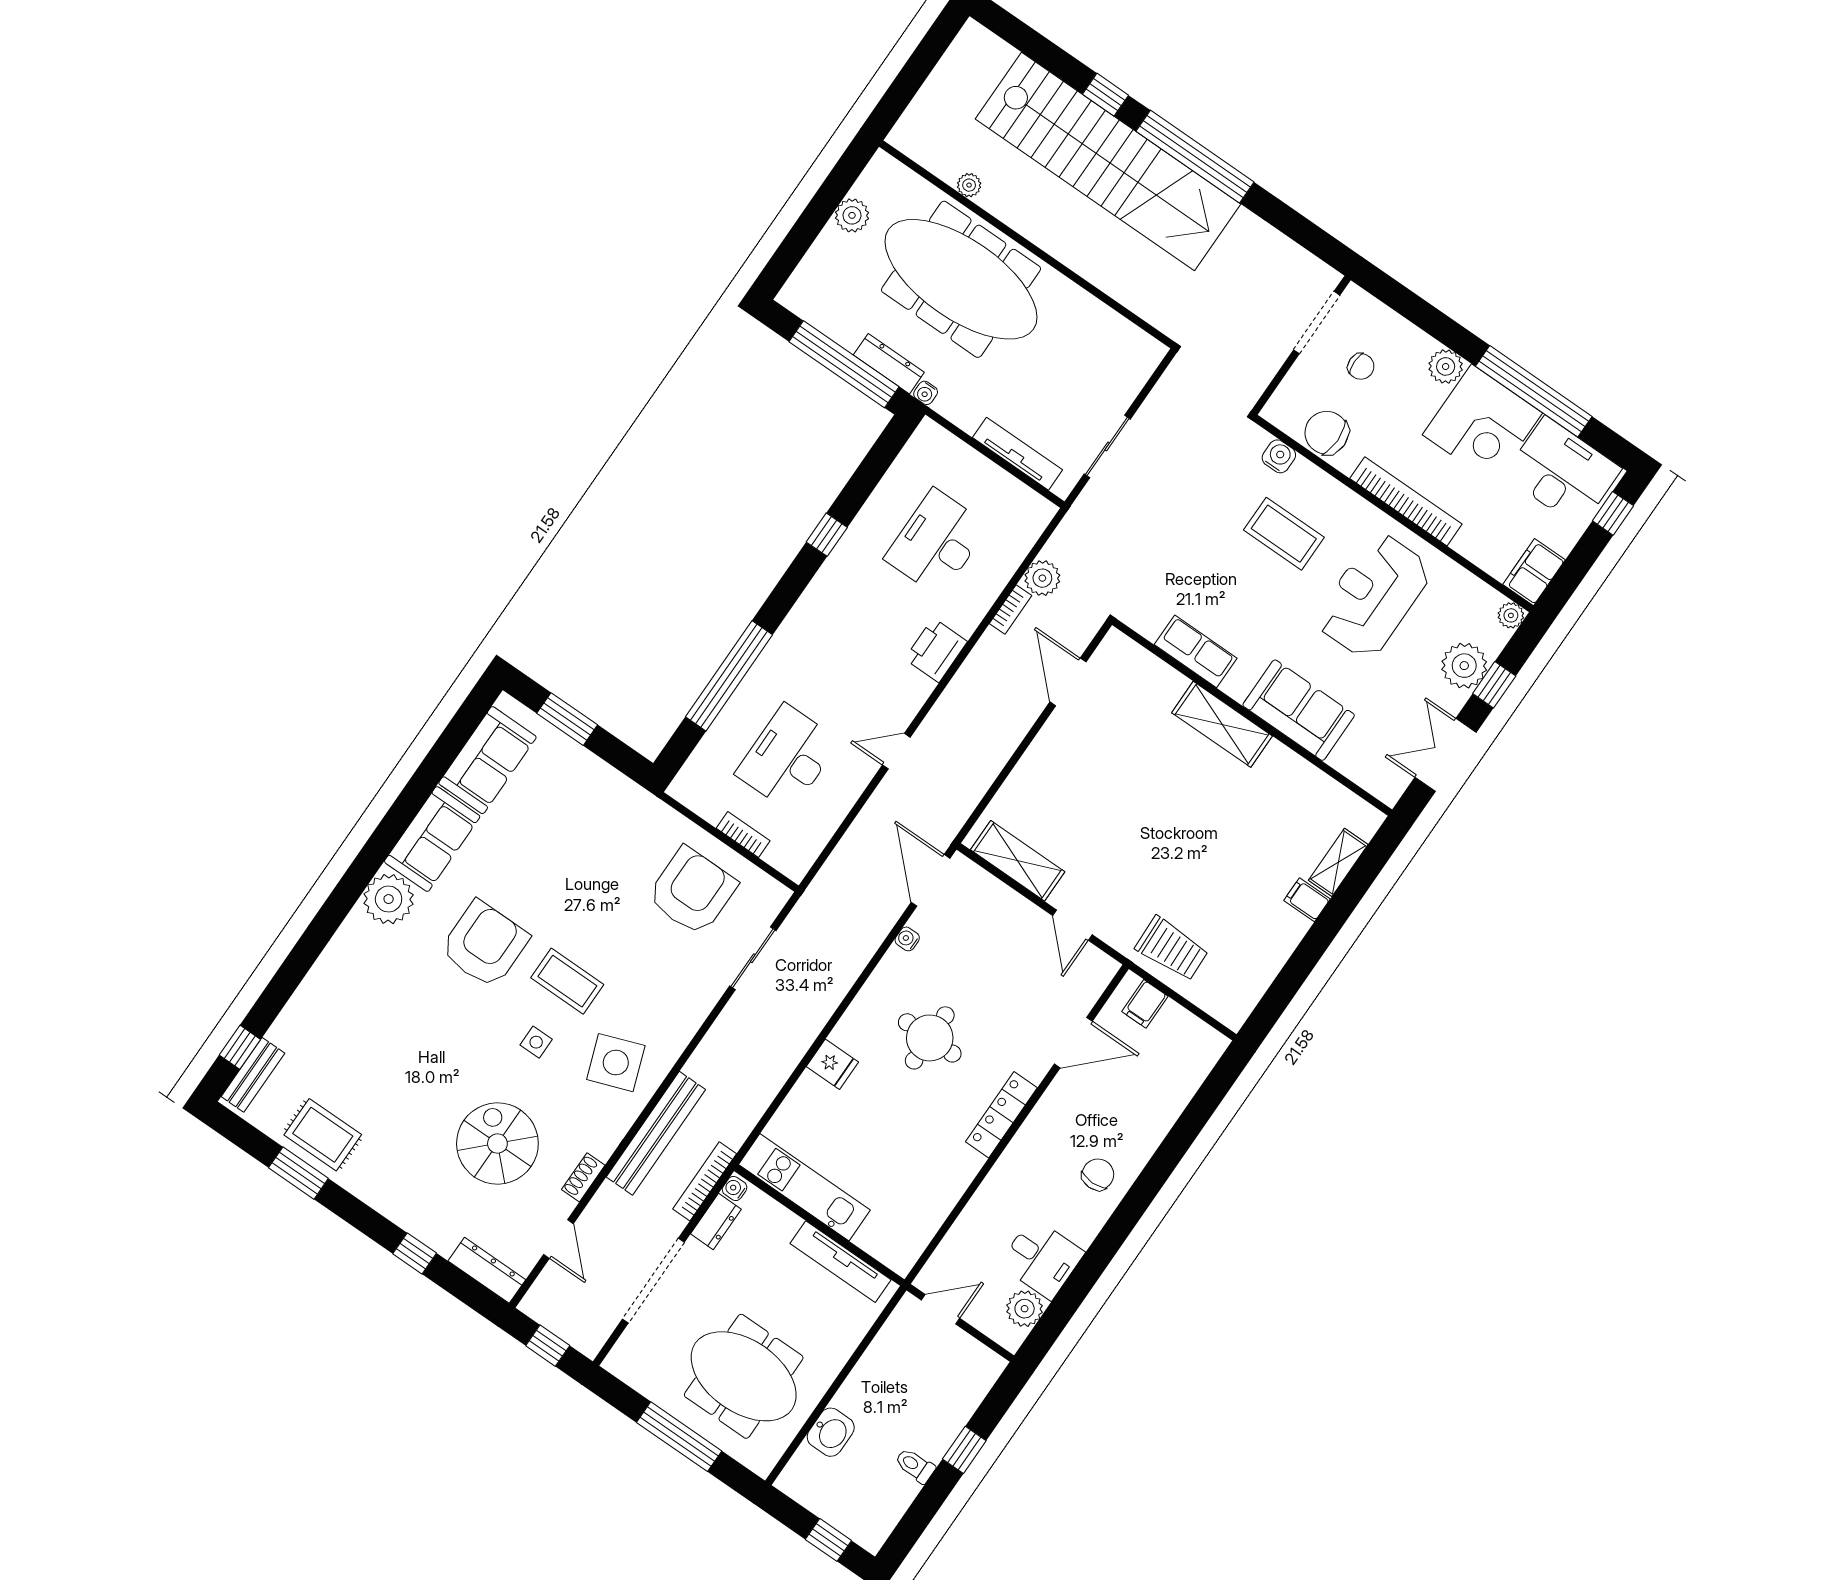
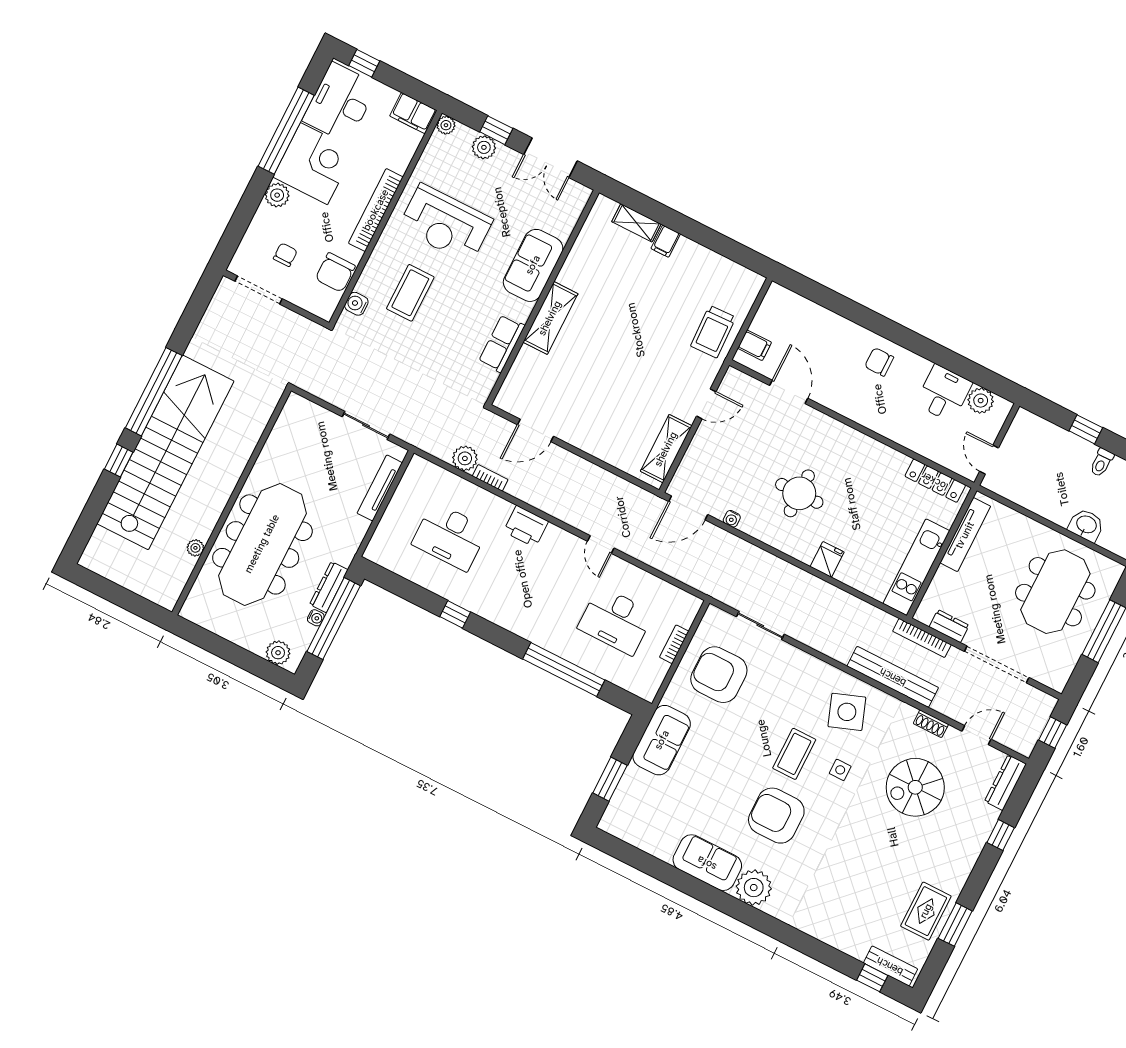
plant: (852, 215) -> (278, 653), moved
water cooler: (926, 393) -> (316, 618), moved
plant: (1464, 666) -> (484, 147), width x0.73, depth x0.73
sofa: (487, 760) -> (662, 740), moved, turned 90
trolley: (1172, 949) -> (713, 332), turned 180
locker: (1001, 1115) -> (935, 481), moved
water cooler: (735, 1188) -> (924, 616), removed

